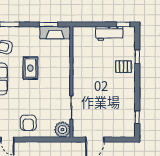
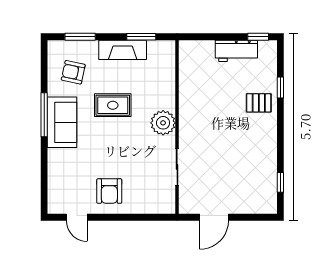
fireplace: (55, 33) -> (123, 50), moved
rug: (30, 68) -> (113, 105), turned 90
plant: (62, 130) -> (163, 123), moved

